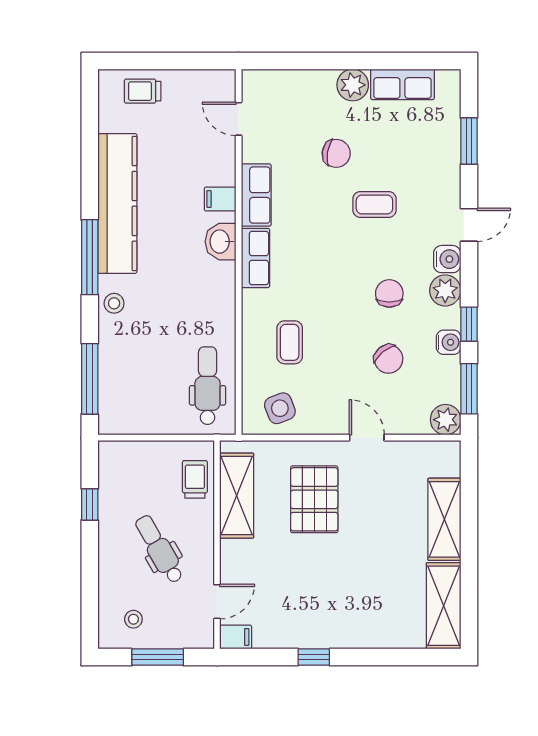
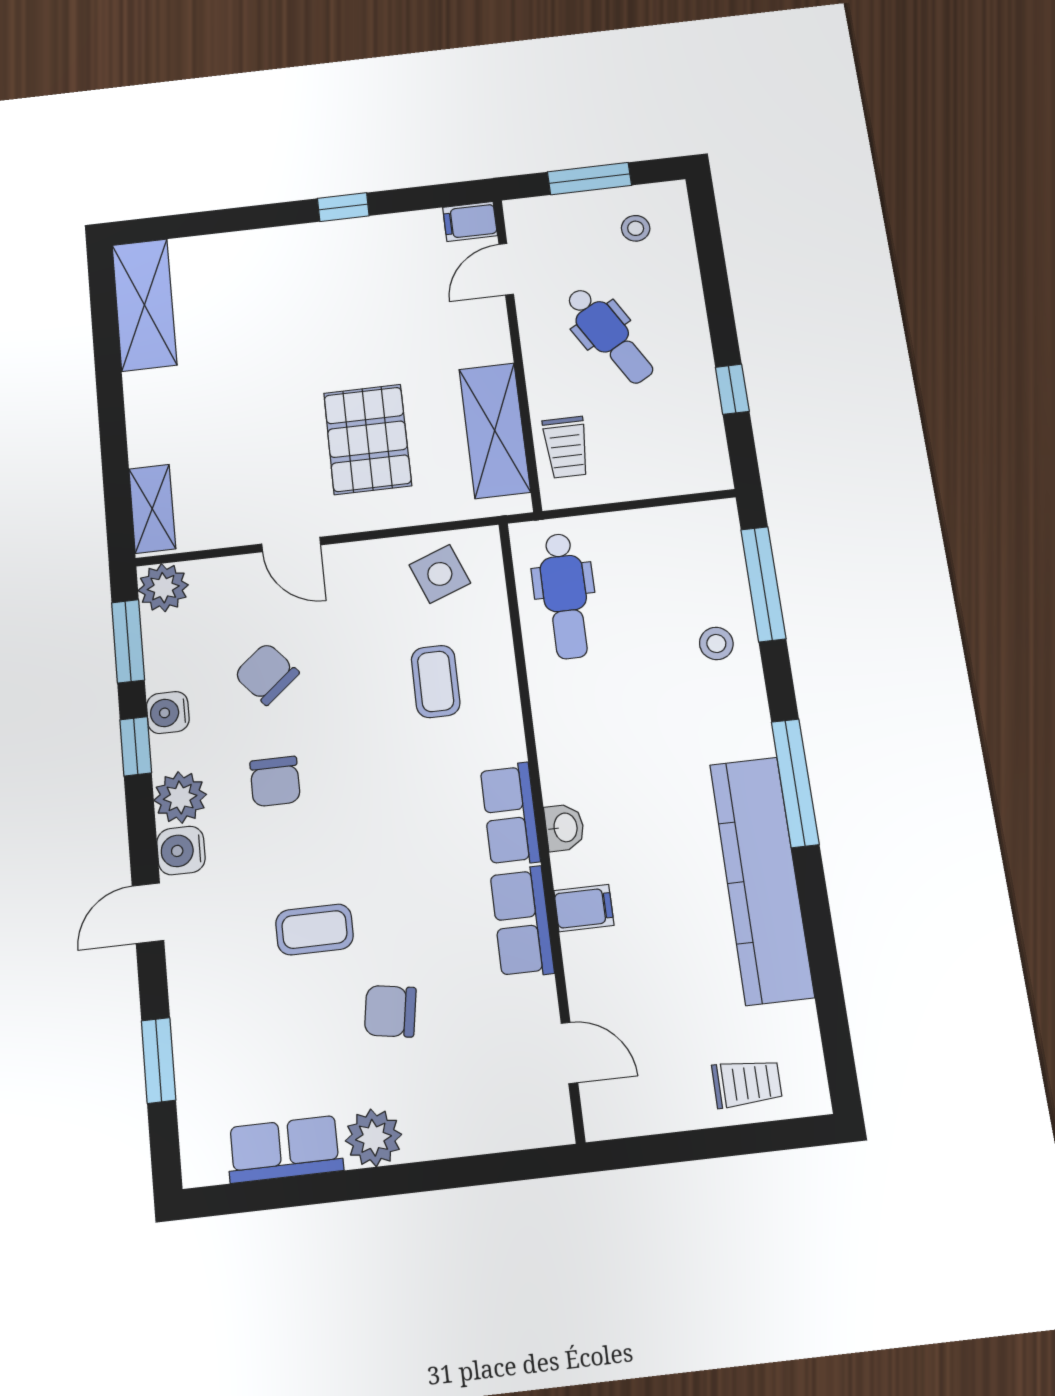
washbasin: (221, 242) -> (564, 828), width x0.72, depth x0.69
stool: (114, 303) -> (716, 643), moved
shelving: (444, 519) -> (152, 509), moved, width x0.67, depth x0.75

